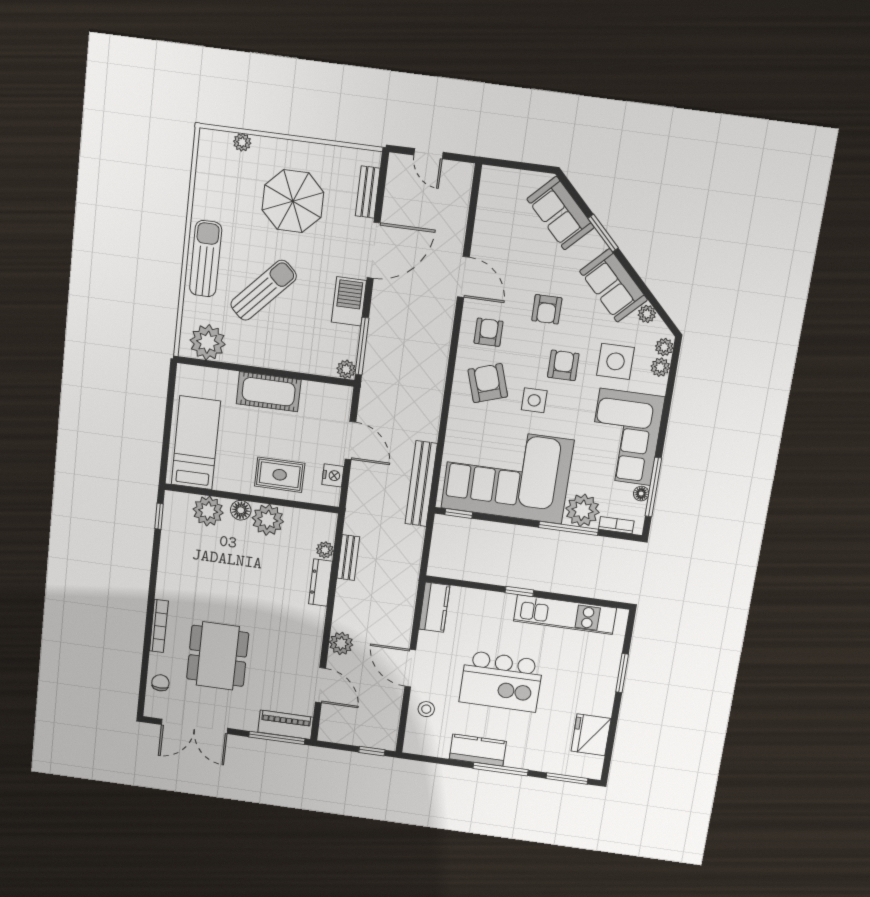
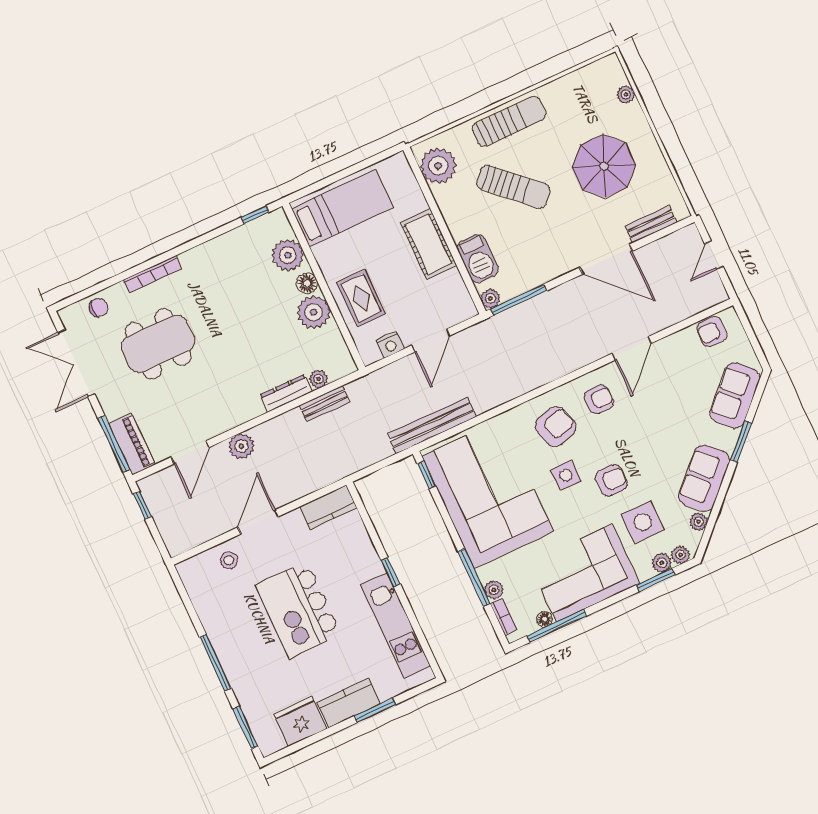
barbecue: (349, 301) -> (478, 259), moved, turned 90
armchair: (547, 309) -> (712, 332), moved
window: (671, 382) -> (655, 580), added
plant: (582, 510) -> (494, 590), width x0.53, depth x0.53
kitchen counter: (478, 750) -> (349, 703), moved, turned -90
window: (372, 751) -> (142, 505), moved

